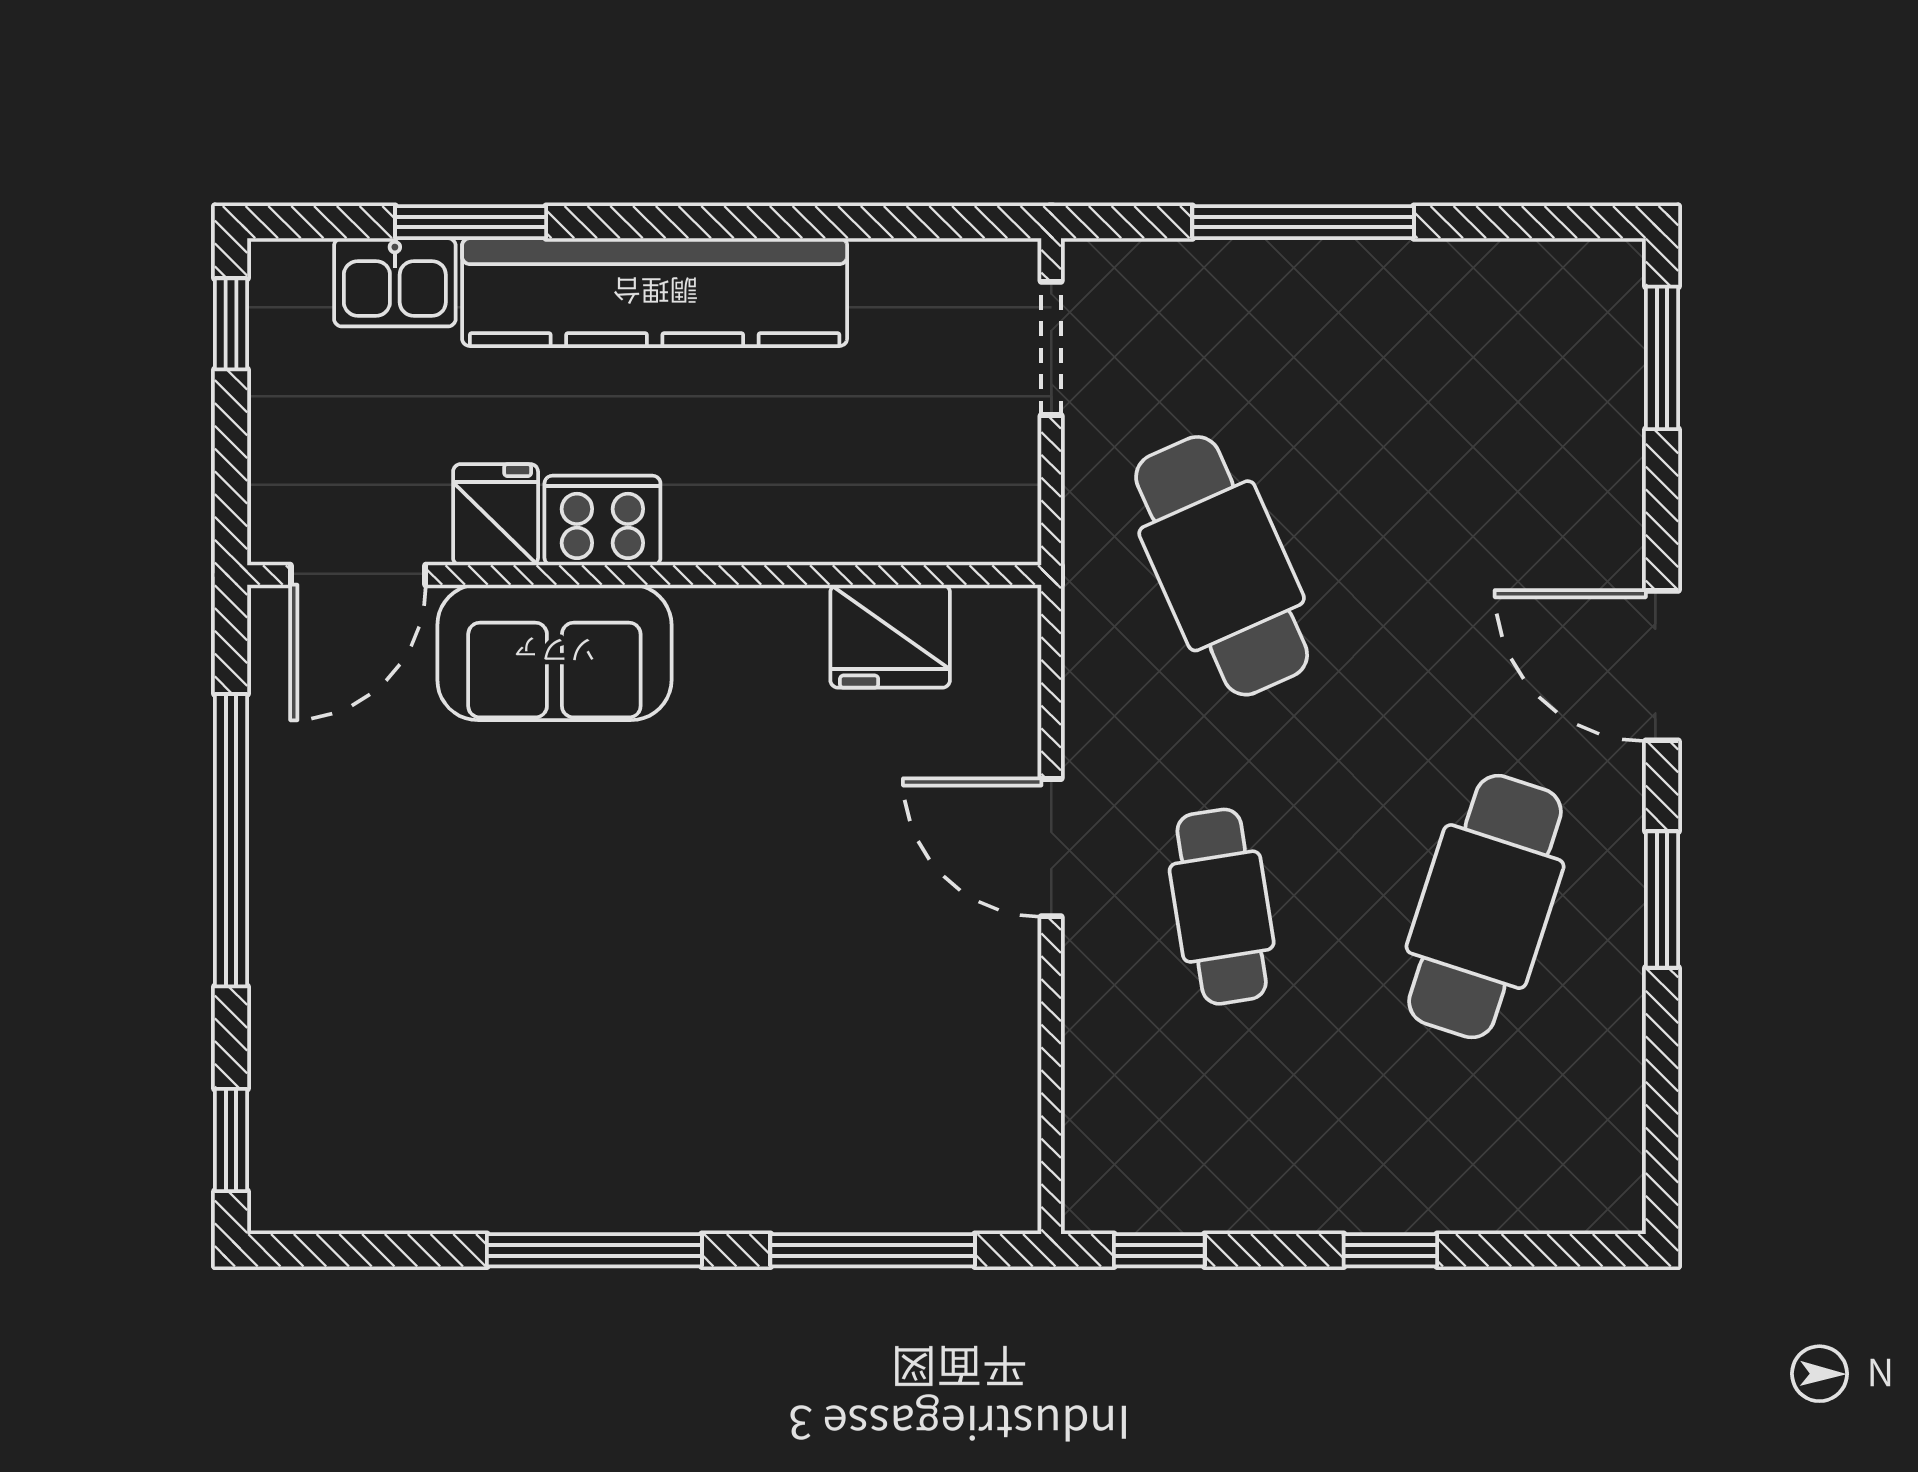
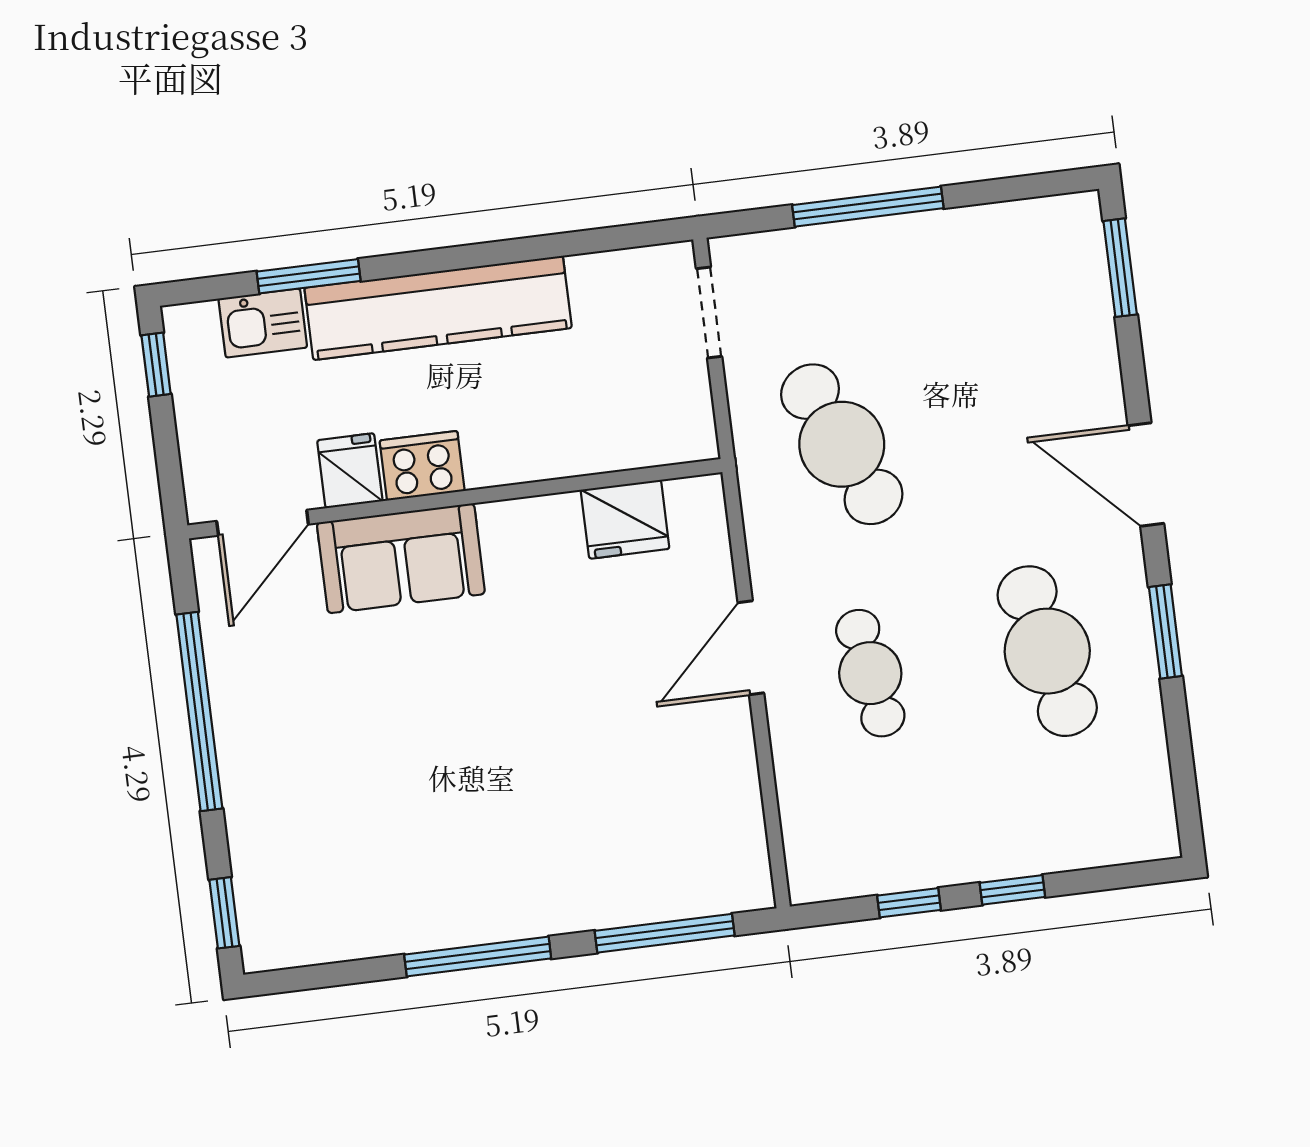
door: (1051, 848) -> (751, 648), hinge flipped
cafe table: (1485, 907) -> (1047, 651), turned -30
window: (1159, 1250) -> (909, 903), moved

